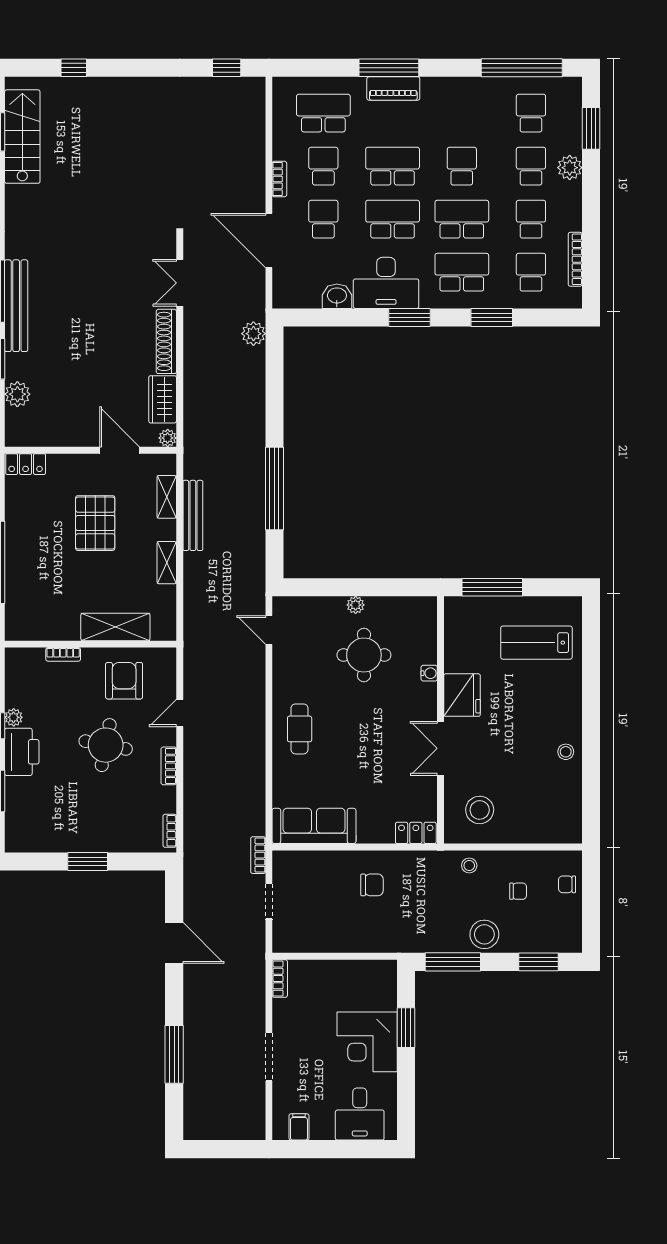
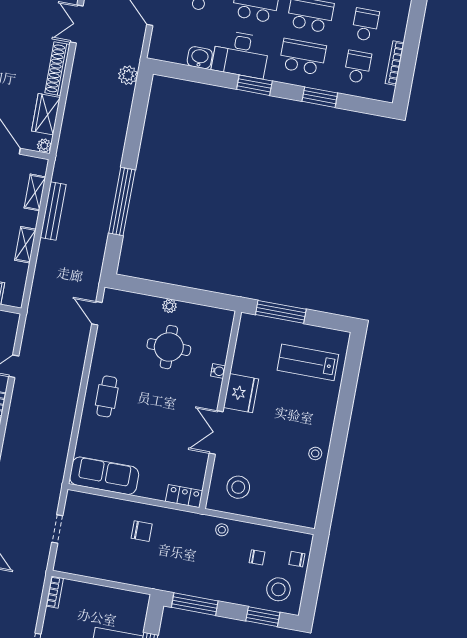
bookcase: (258, 855) -> (55, 491), removed
stool: (484, 934) -> (278, 589), moved

